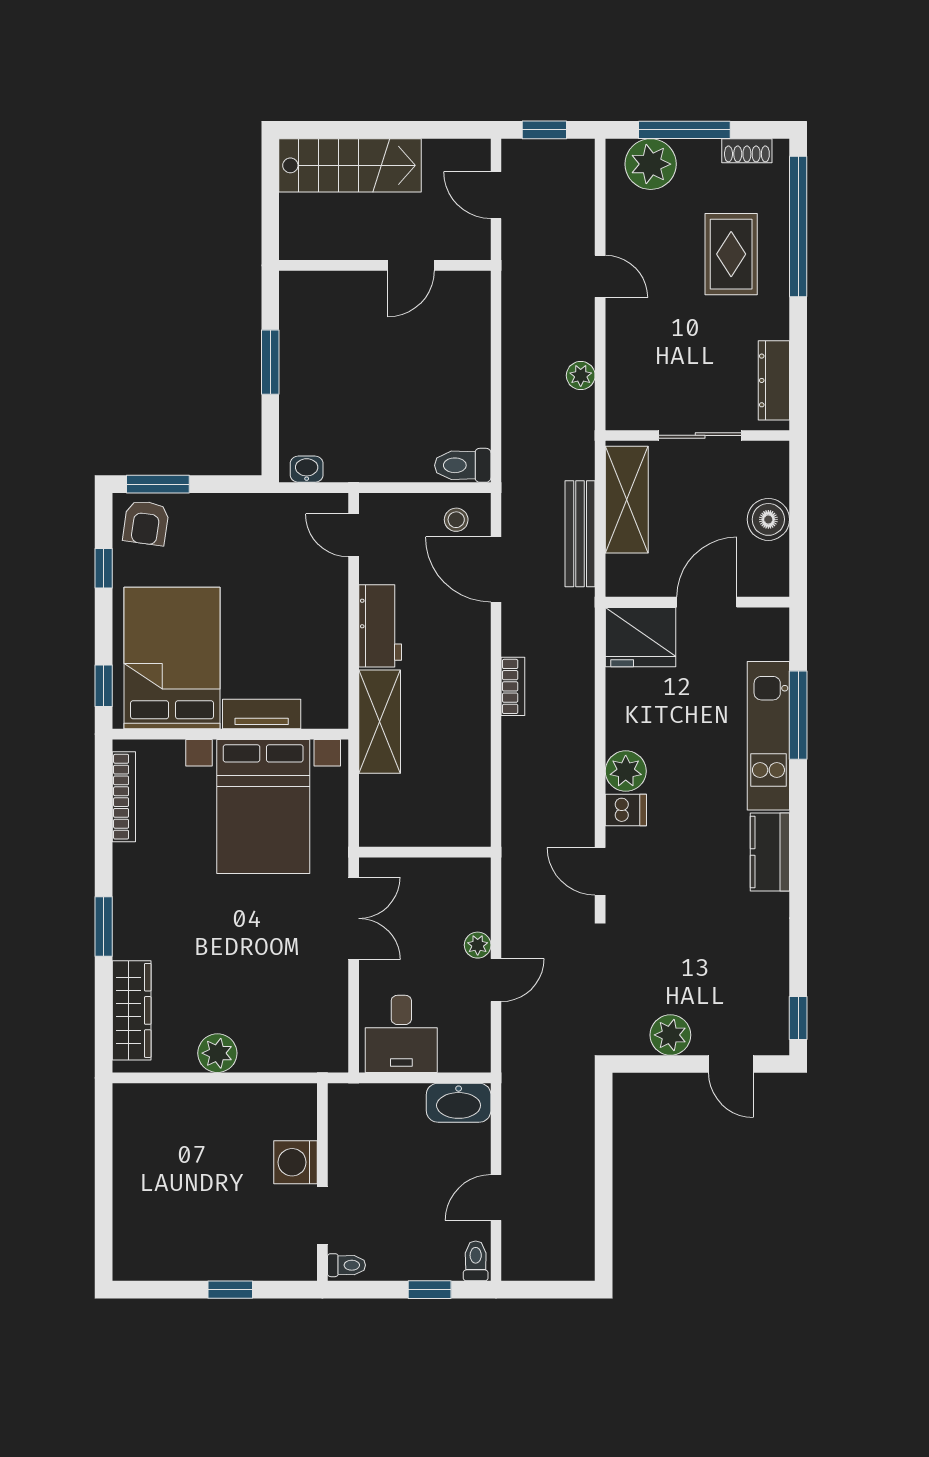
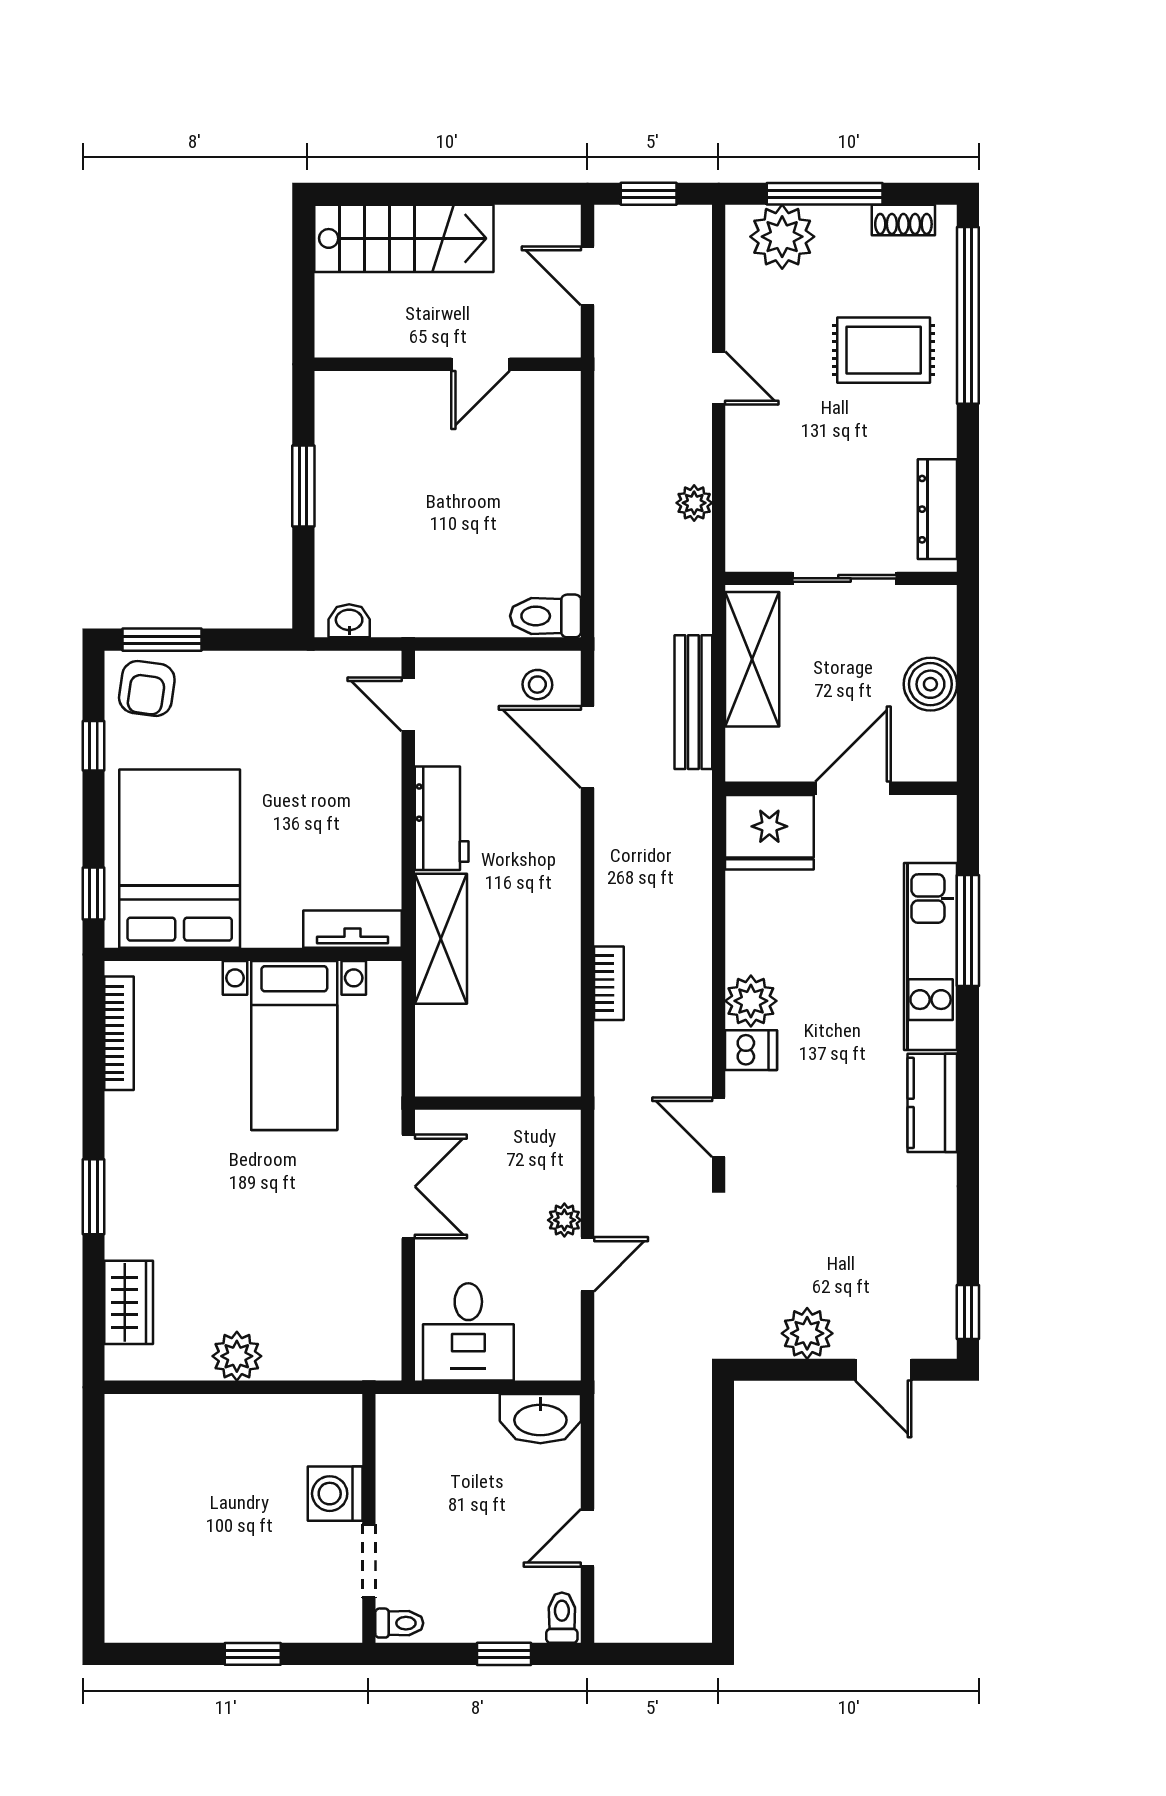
rug: (731, 254) -> (884, 350), turned 90
bookcase: (513, 686) -> (609, 983), moved
tv unit: (262, 714) -> (352, 929), moved
bed with nightstands: (263, 806) -> (294, 1046), width x0.73
wardrobe: (132, 1010) -> (129, 1302), width x0.67

